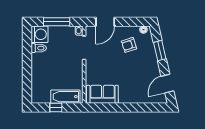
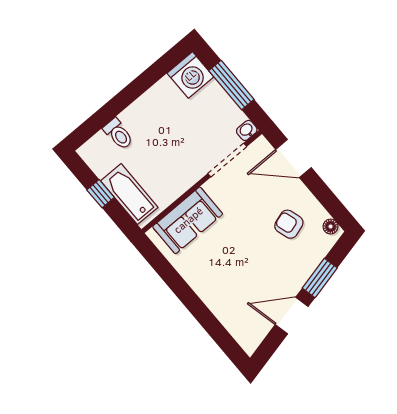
toilet: (39, 48) -> (118, 134), moved
door: (167, 84) -> (292, 316), moved
sofa: (102, 94) -> (188, 220), moved, turned 90

